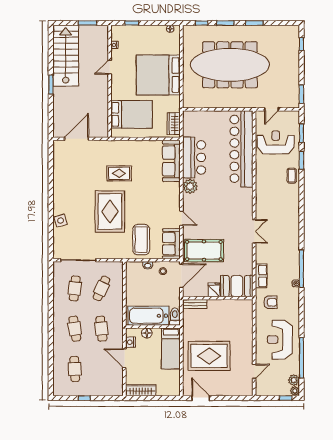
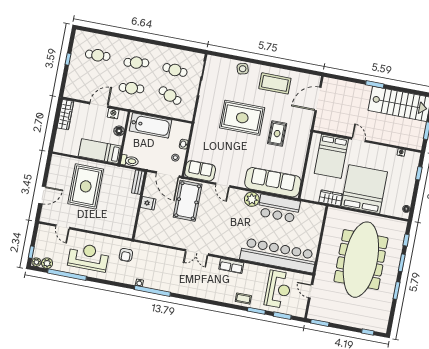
door: (110, 67) -> (359, 140), moved
wardrobe: (174, 124) -> (331, 198), moved
door: (76, 139) -> (318, 99), swing flipped
sofa: (171, 161) -> (273, 182), width x1.36, depth x1.27
door: (181, 218) -> (223, 185), hinge flipped
coffee table: (141, 240) -> (275, 83), moved
row of seats: (261, 276) -> (231, 266), moved
booth: (237, 286) -> (148, 226), removed
bathtub: (148, 316) -> (150, 125), moved, turned 90
door: (201, 398) -> (42, 195), moved

